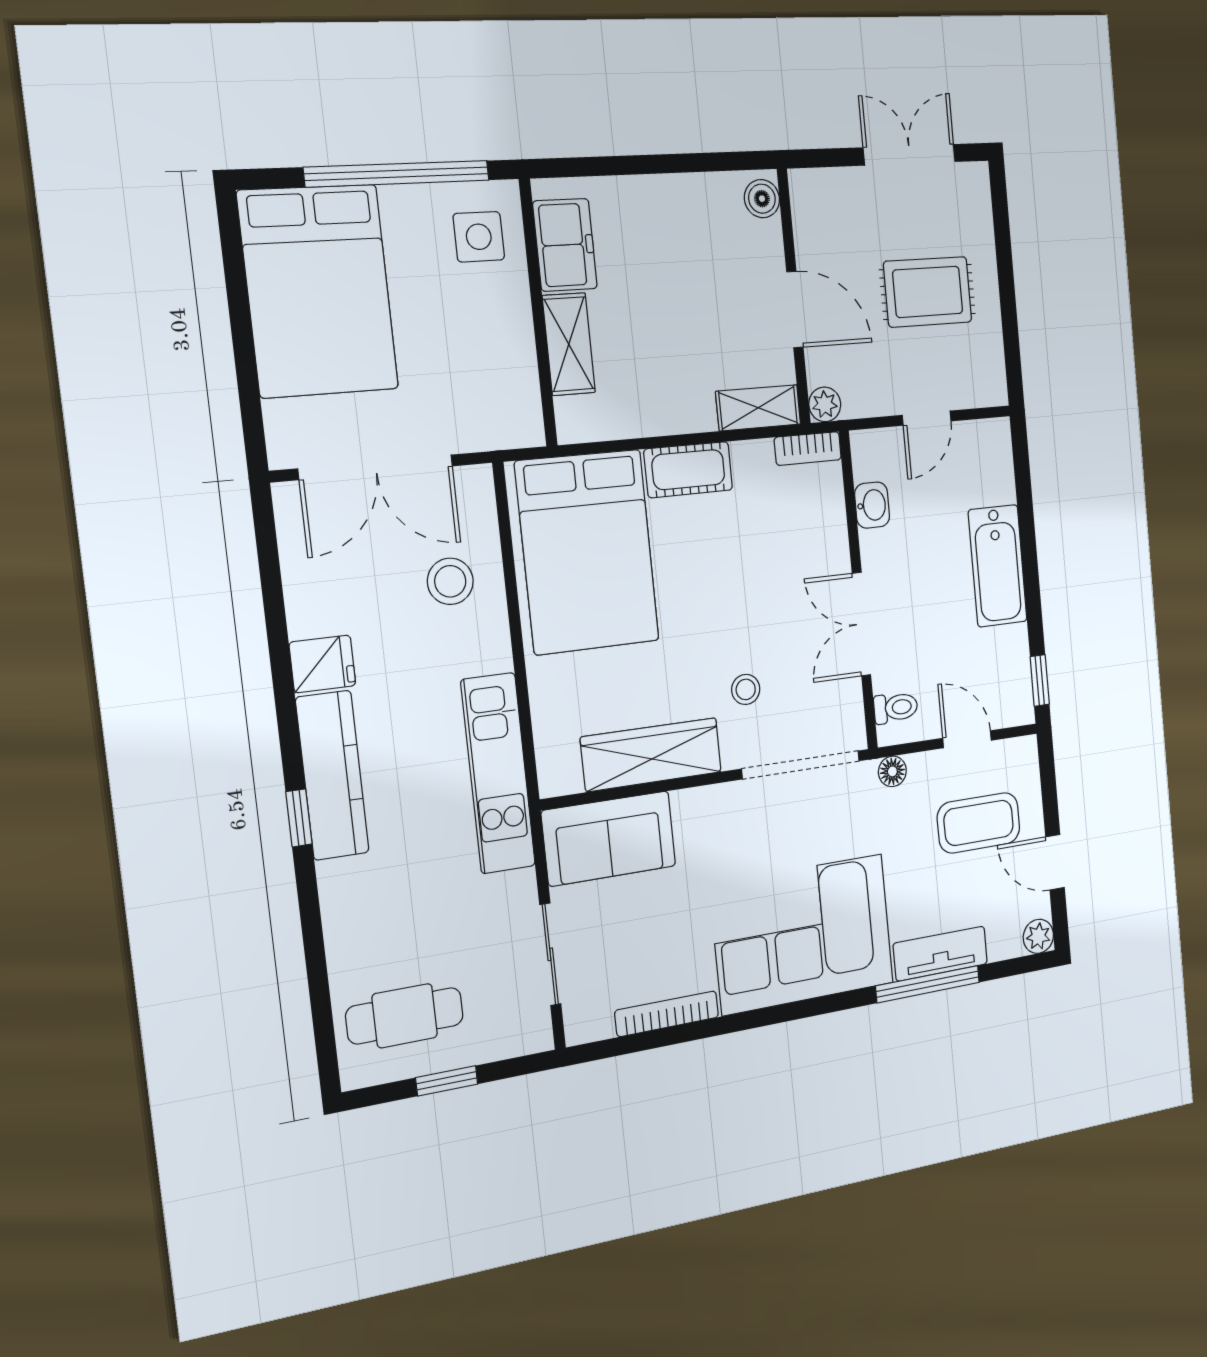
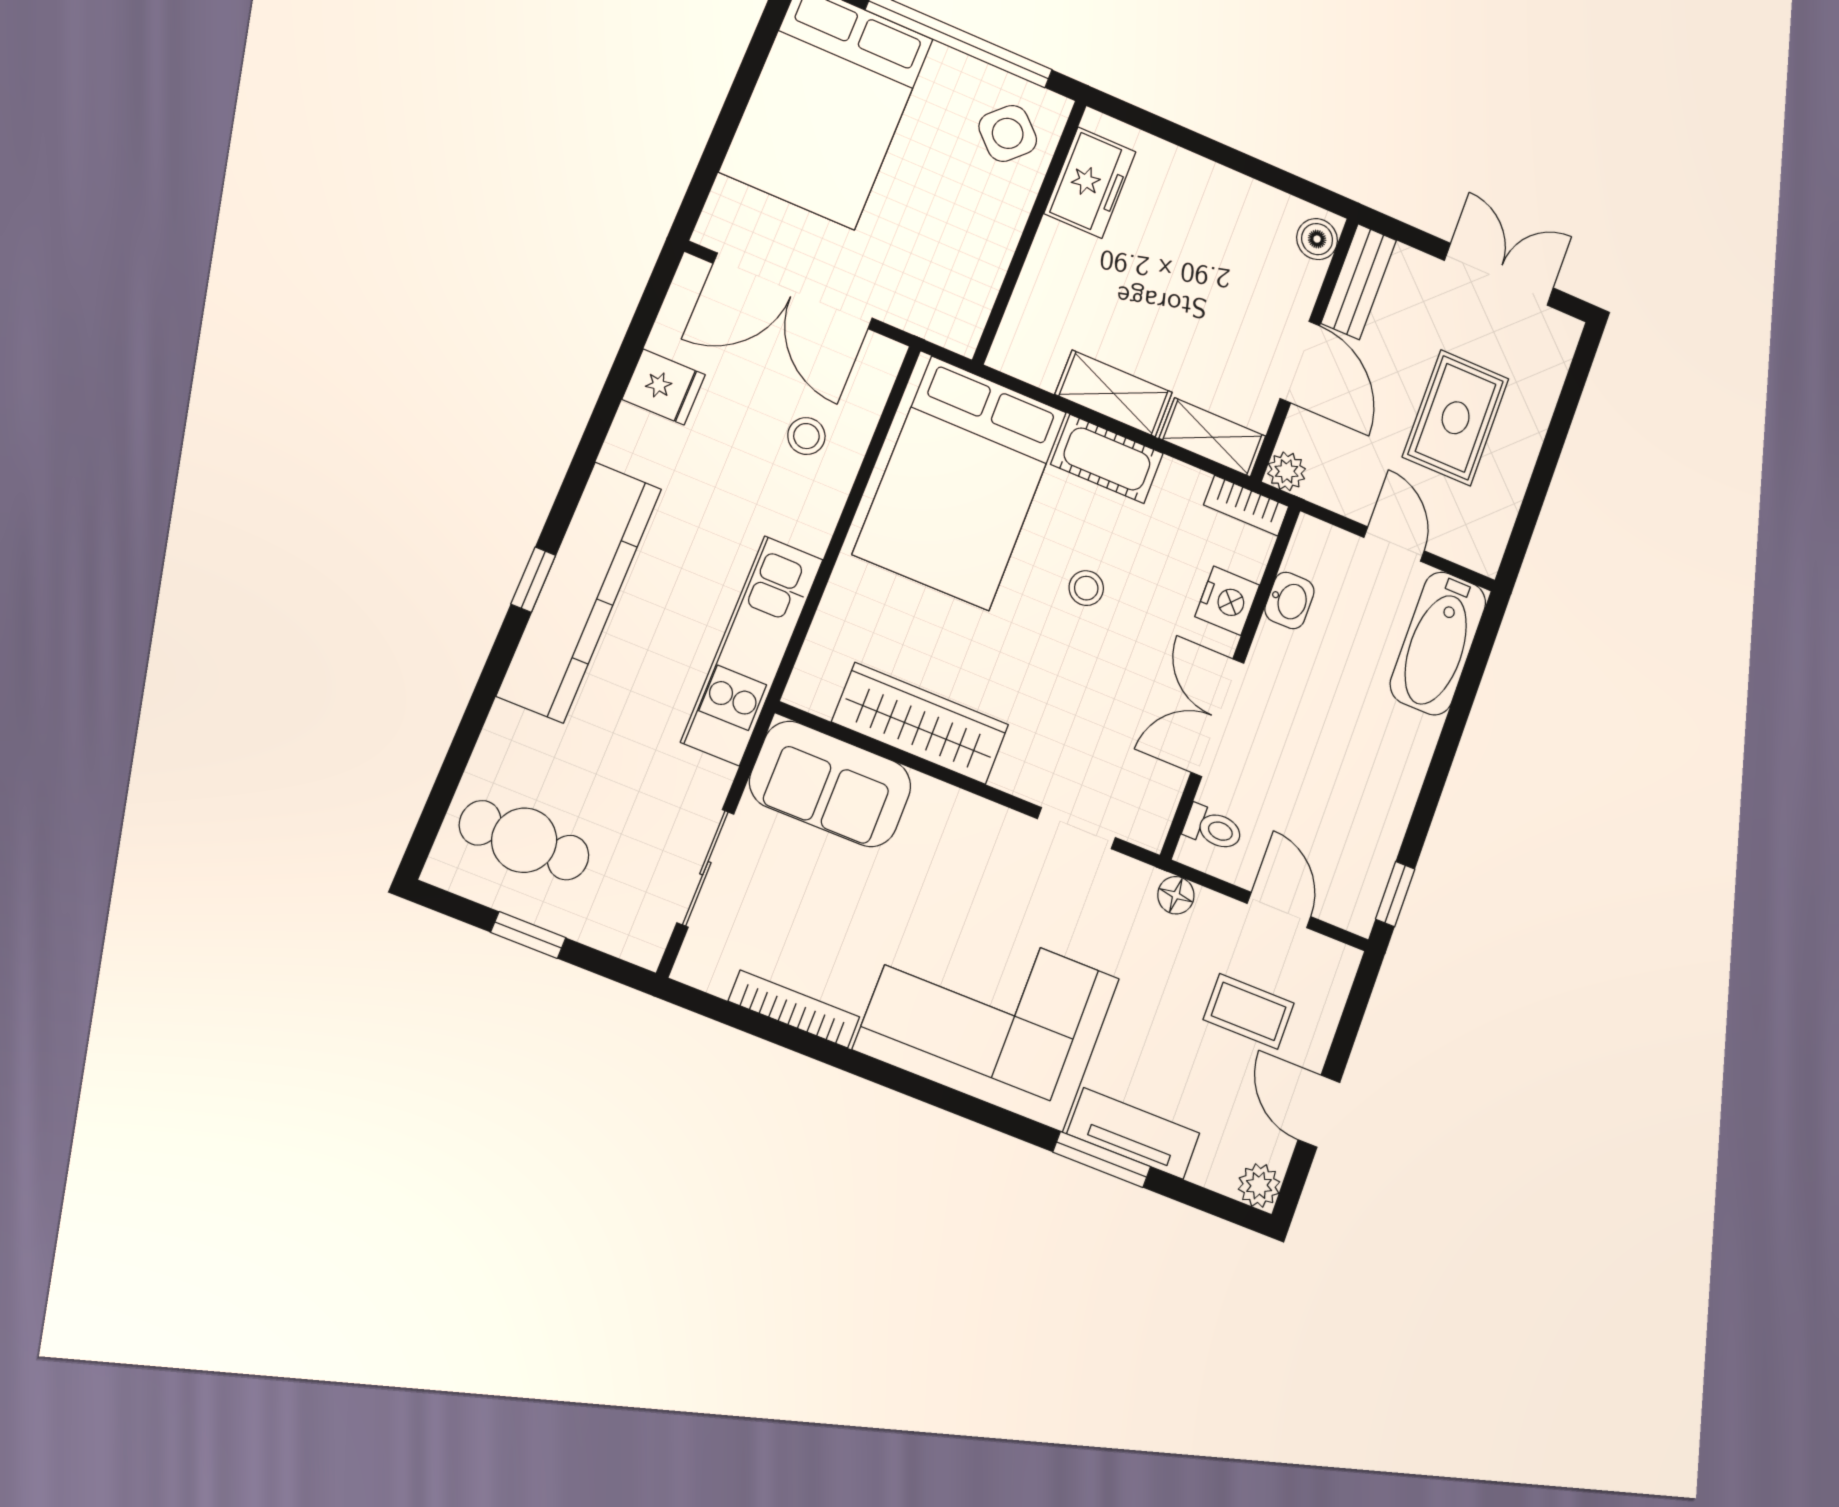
bench: (809, 218) -> (1359, 282), added
side table: (479, 237) -> (1008, 133), turned 45
rug: (928, 292) -> (1456, 418), turned 90
shelving: (569, 344) -> (1114, 393), moved, turned 90
door: (927, 418) -> (1394, 544), swing flipped
nightstand: (828, 531) -> (1227, 601), added
bathtub: (998, 566) -> (1438, 643), moved
stool: (450, 581) -> (806, 436), width x0.73, depth x0.73
fridge: (322, 664) -> (664, 387), moved
stool: (746, 689) -> (1086, 588), moved
doorway: (801, 765) -> (1076, 828), width x0.53
kitchen counter: (332, 775) -> (579, 592), width x1.39, depth x1.17
coffee table: (979, 823) -> (1249, 1011), width x0.73, depth x0.77
window: (928, 984) -> (1102, 1160), width x0.69

